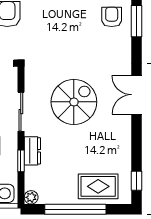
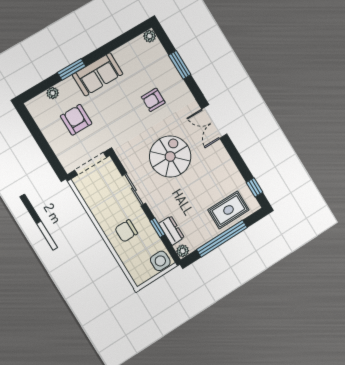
armchair: (112, 17) -> (153, 100), moved, turned -90
dresser: (32, 151) -> (171, 231), moved

